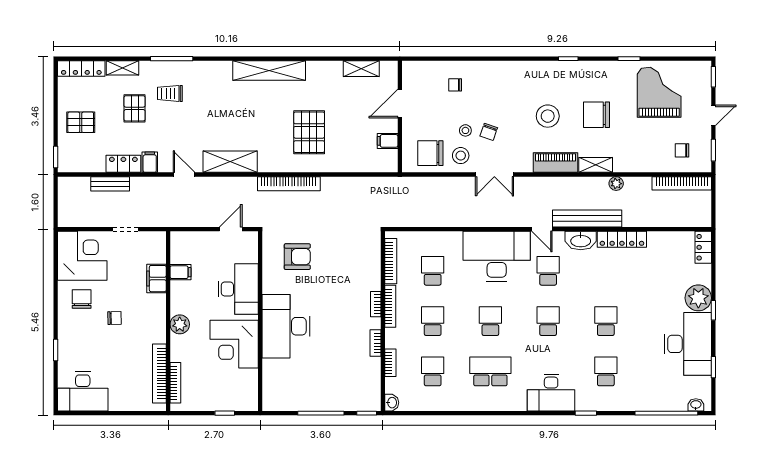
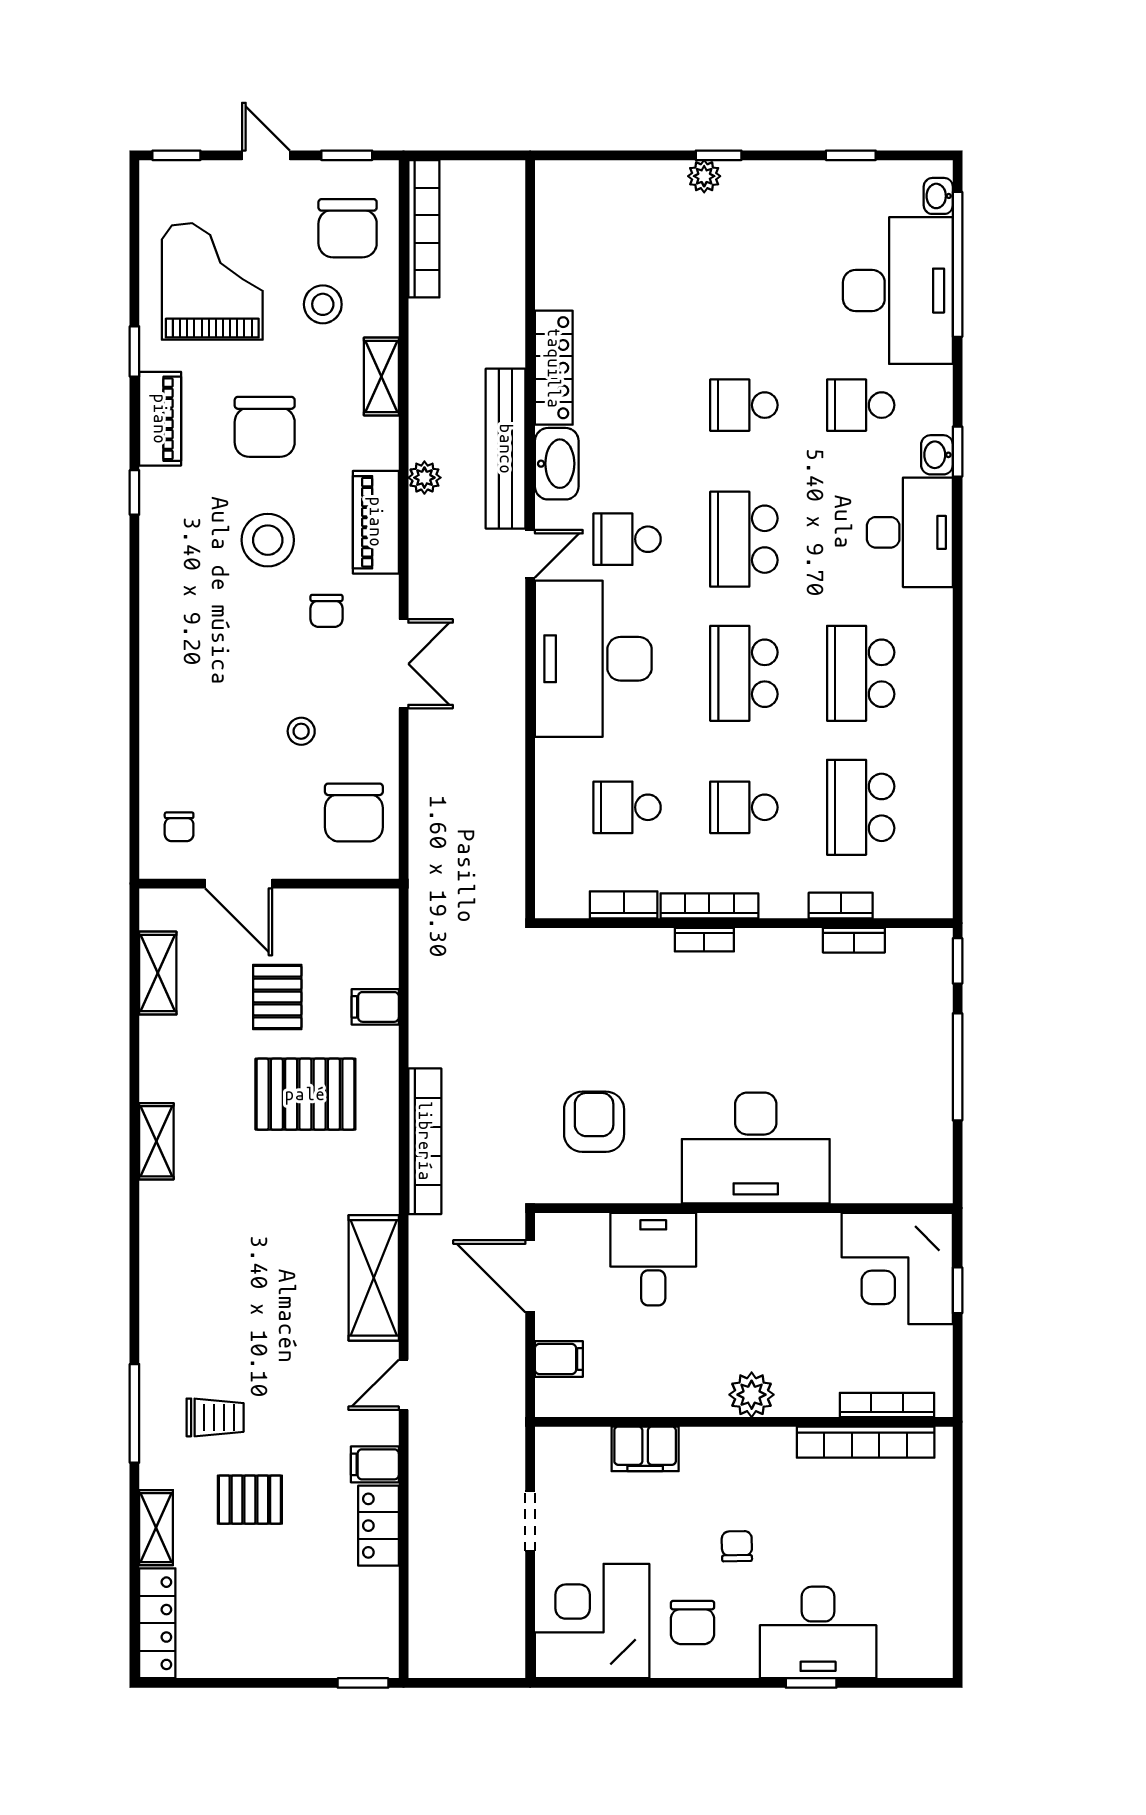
piano: (600, 70) -> (160, 419), added
shelving: (269, 71) -> (156, 1141), width x0.45, depth x0.75
chair: (455, 85) -> (179, 827), moved
grand piano: (659, 92) -> (212, 281), turned 90
trolley: (170, 93) -> (215, 1417), turned -90
pallet: (81, 122) -> (277, 997), moved
chair: (489, 132) -> (326, 611), moved, turned 71
filing cabinet: (388, 141) -> (375, 1007), moved, turned 90
chair: (682, 150) -> (348, 228), width x1.87, depth x1.87
stool: (461, 156) -> (323, 304), moved
shelving: (596, 165) -> (381, 377), moved
bench: (110, 184) -> (425, 1556), removed
plant: (616, 184) -> (424, 478), moved
door: (231, 229) -> (530, 1276), width x1.38
locker: (703, 247) -> (572, 179), removed
bookcase: (391, 261) -> (624, 905), width x0.64
filing cabinet: (180, 272) -> (559, 1359), moved, turned 90
desk: (238, 289) -> (653, 1259), width x0.73
plant: (698, 298) -> (704, 176), width x0.53, depth x0.53
chair: (82, 299) -> (692, 1622), turned -90
school desk: (490, 321) -> (744, 673), width x1.85
school desk: (548, 321) -> (744, 539), width x1.85
bookcase: (375, 343) -> (854, 940), moved
corner desk: (234, 344) -> (897, 1268), moved, turned 90
desk: (688, 344) -> (898, 291), moved, turned 90
school desk: (433, 371) -> (861, 807), width x1.85
desk: (83, 391) -> (818, 1632), moved, turned 90
washbasin: (392, 403) -> (937, 455), moved, turned -90

